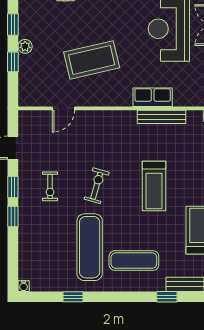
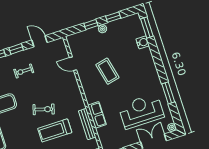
coffee table: (92, 60) -> (107, 71), width x0.73, depth x0.76
exercise bike: (97, 186) -> (44, 109), moved
treadmill: (154, 186) -> (55, 130), moved

